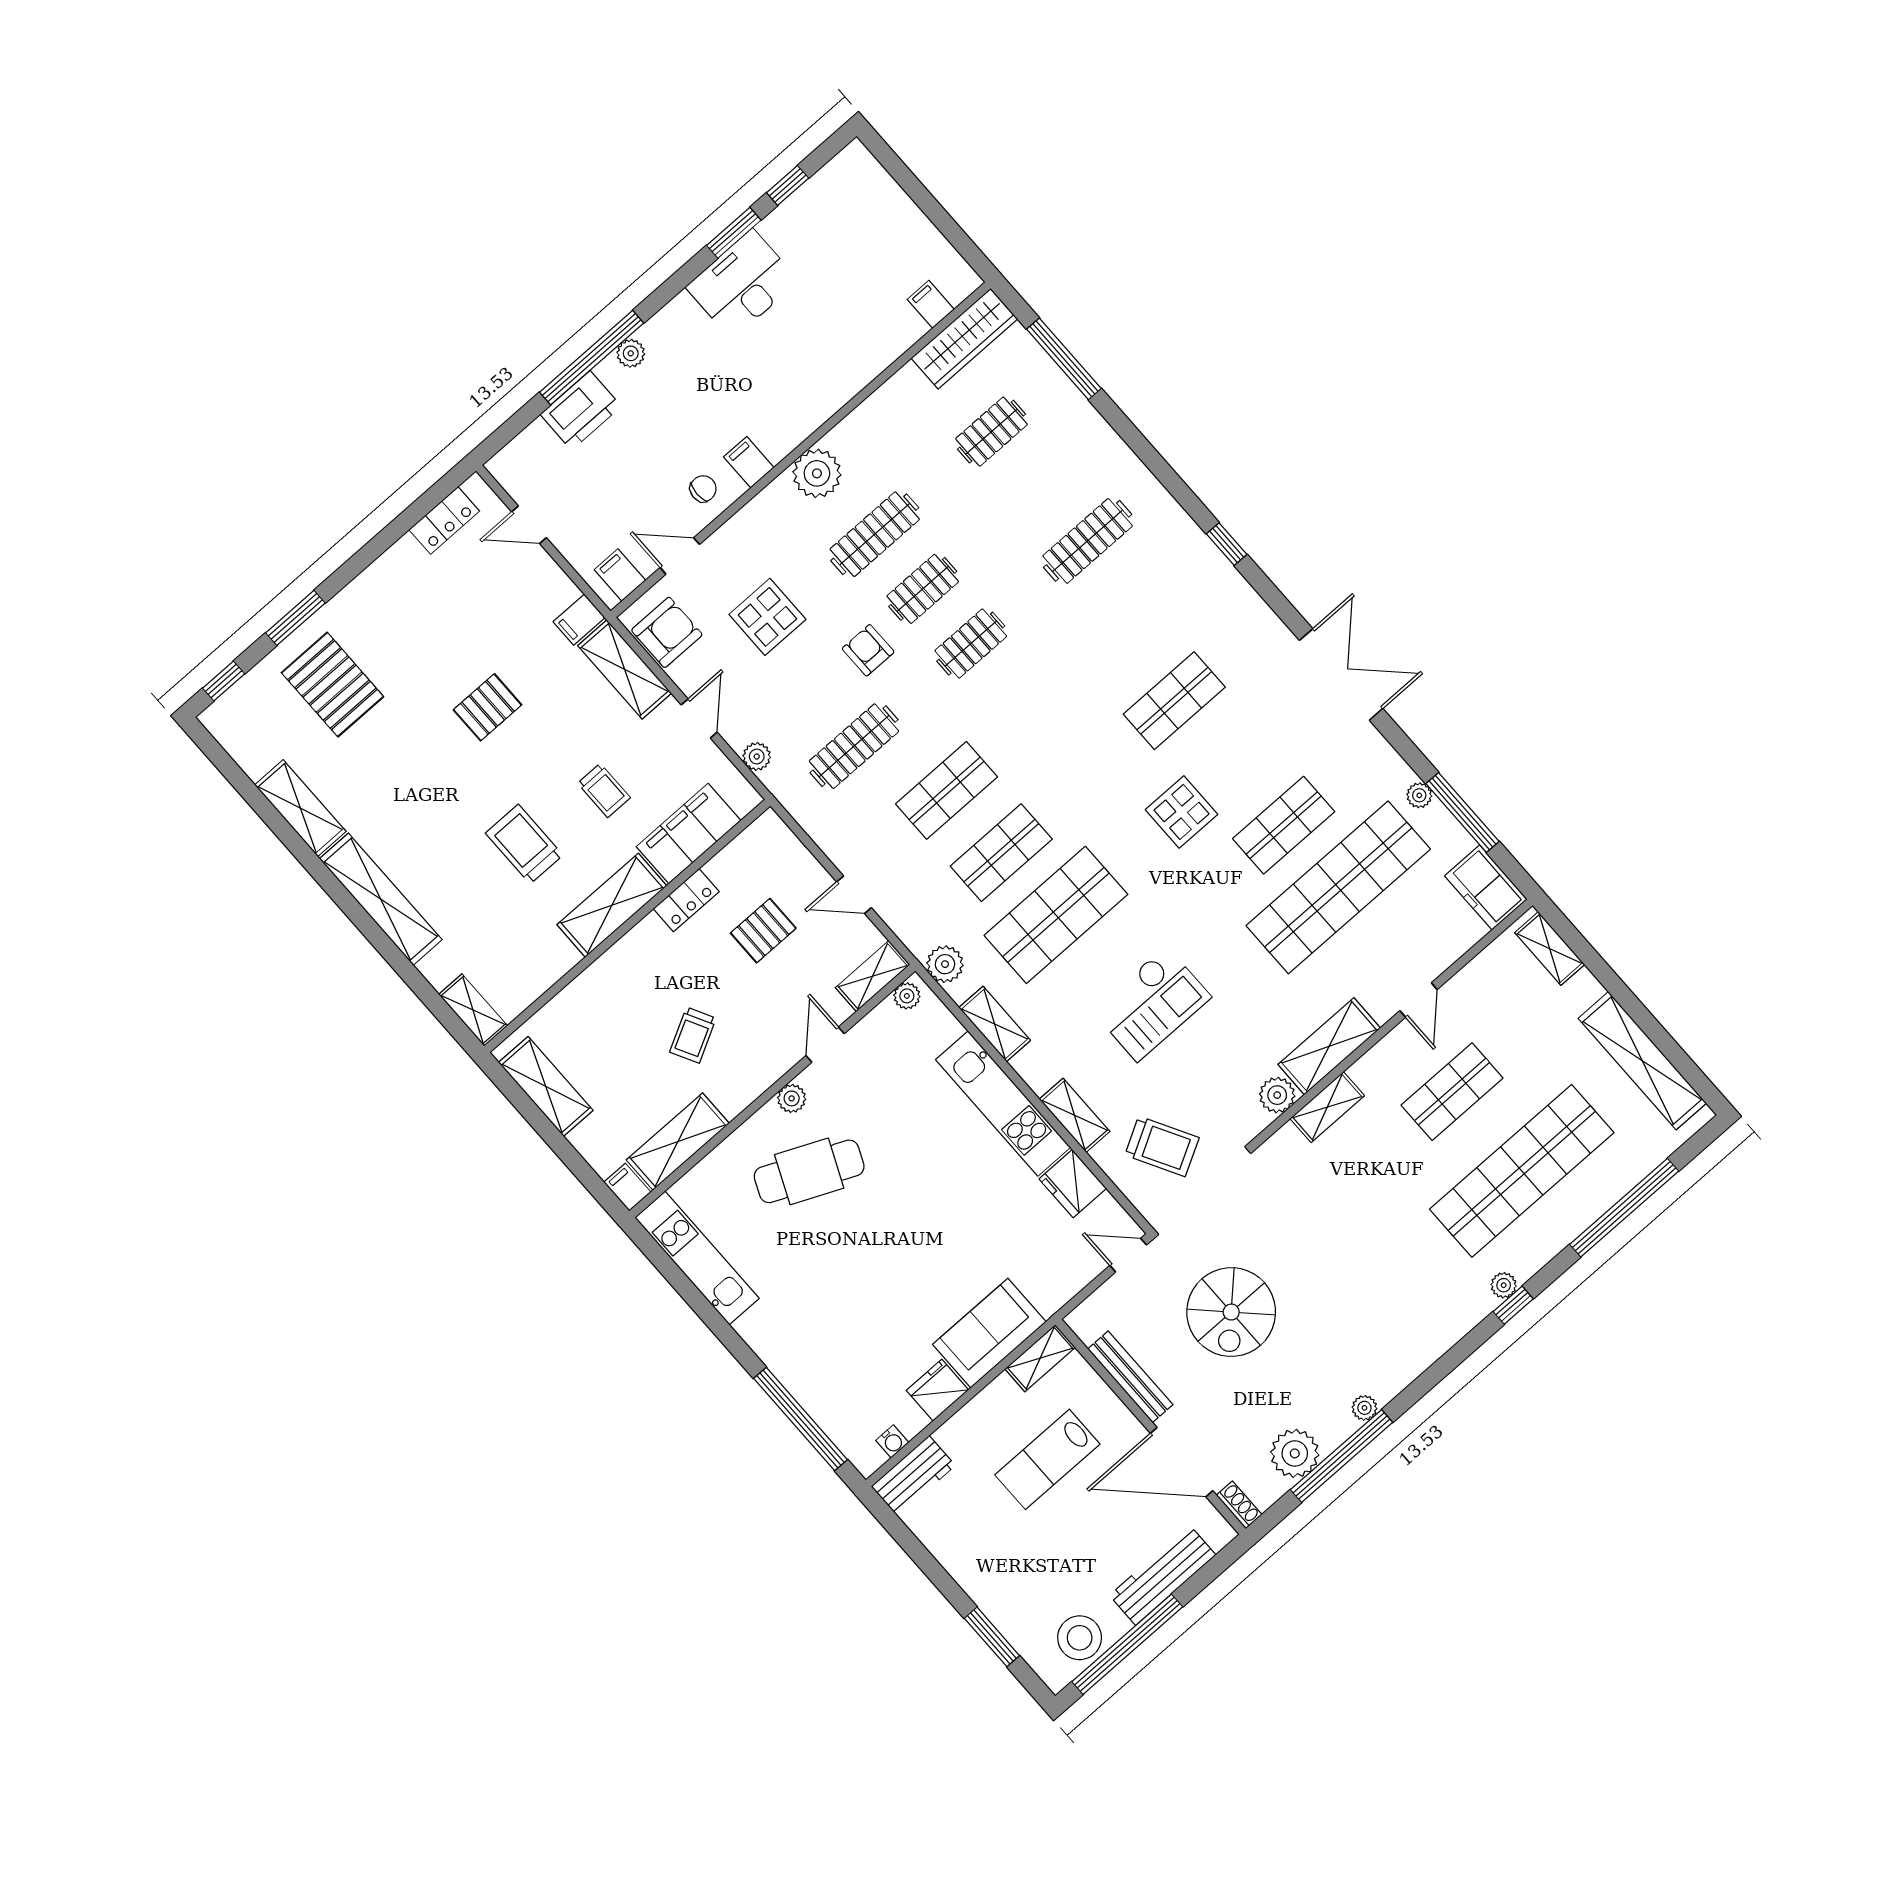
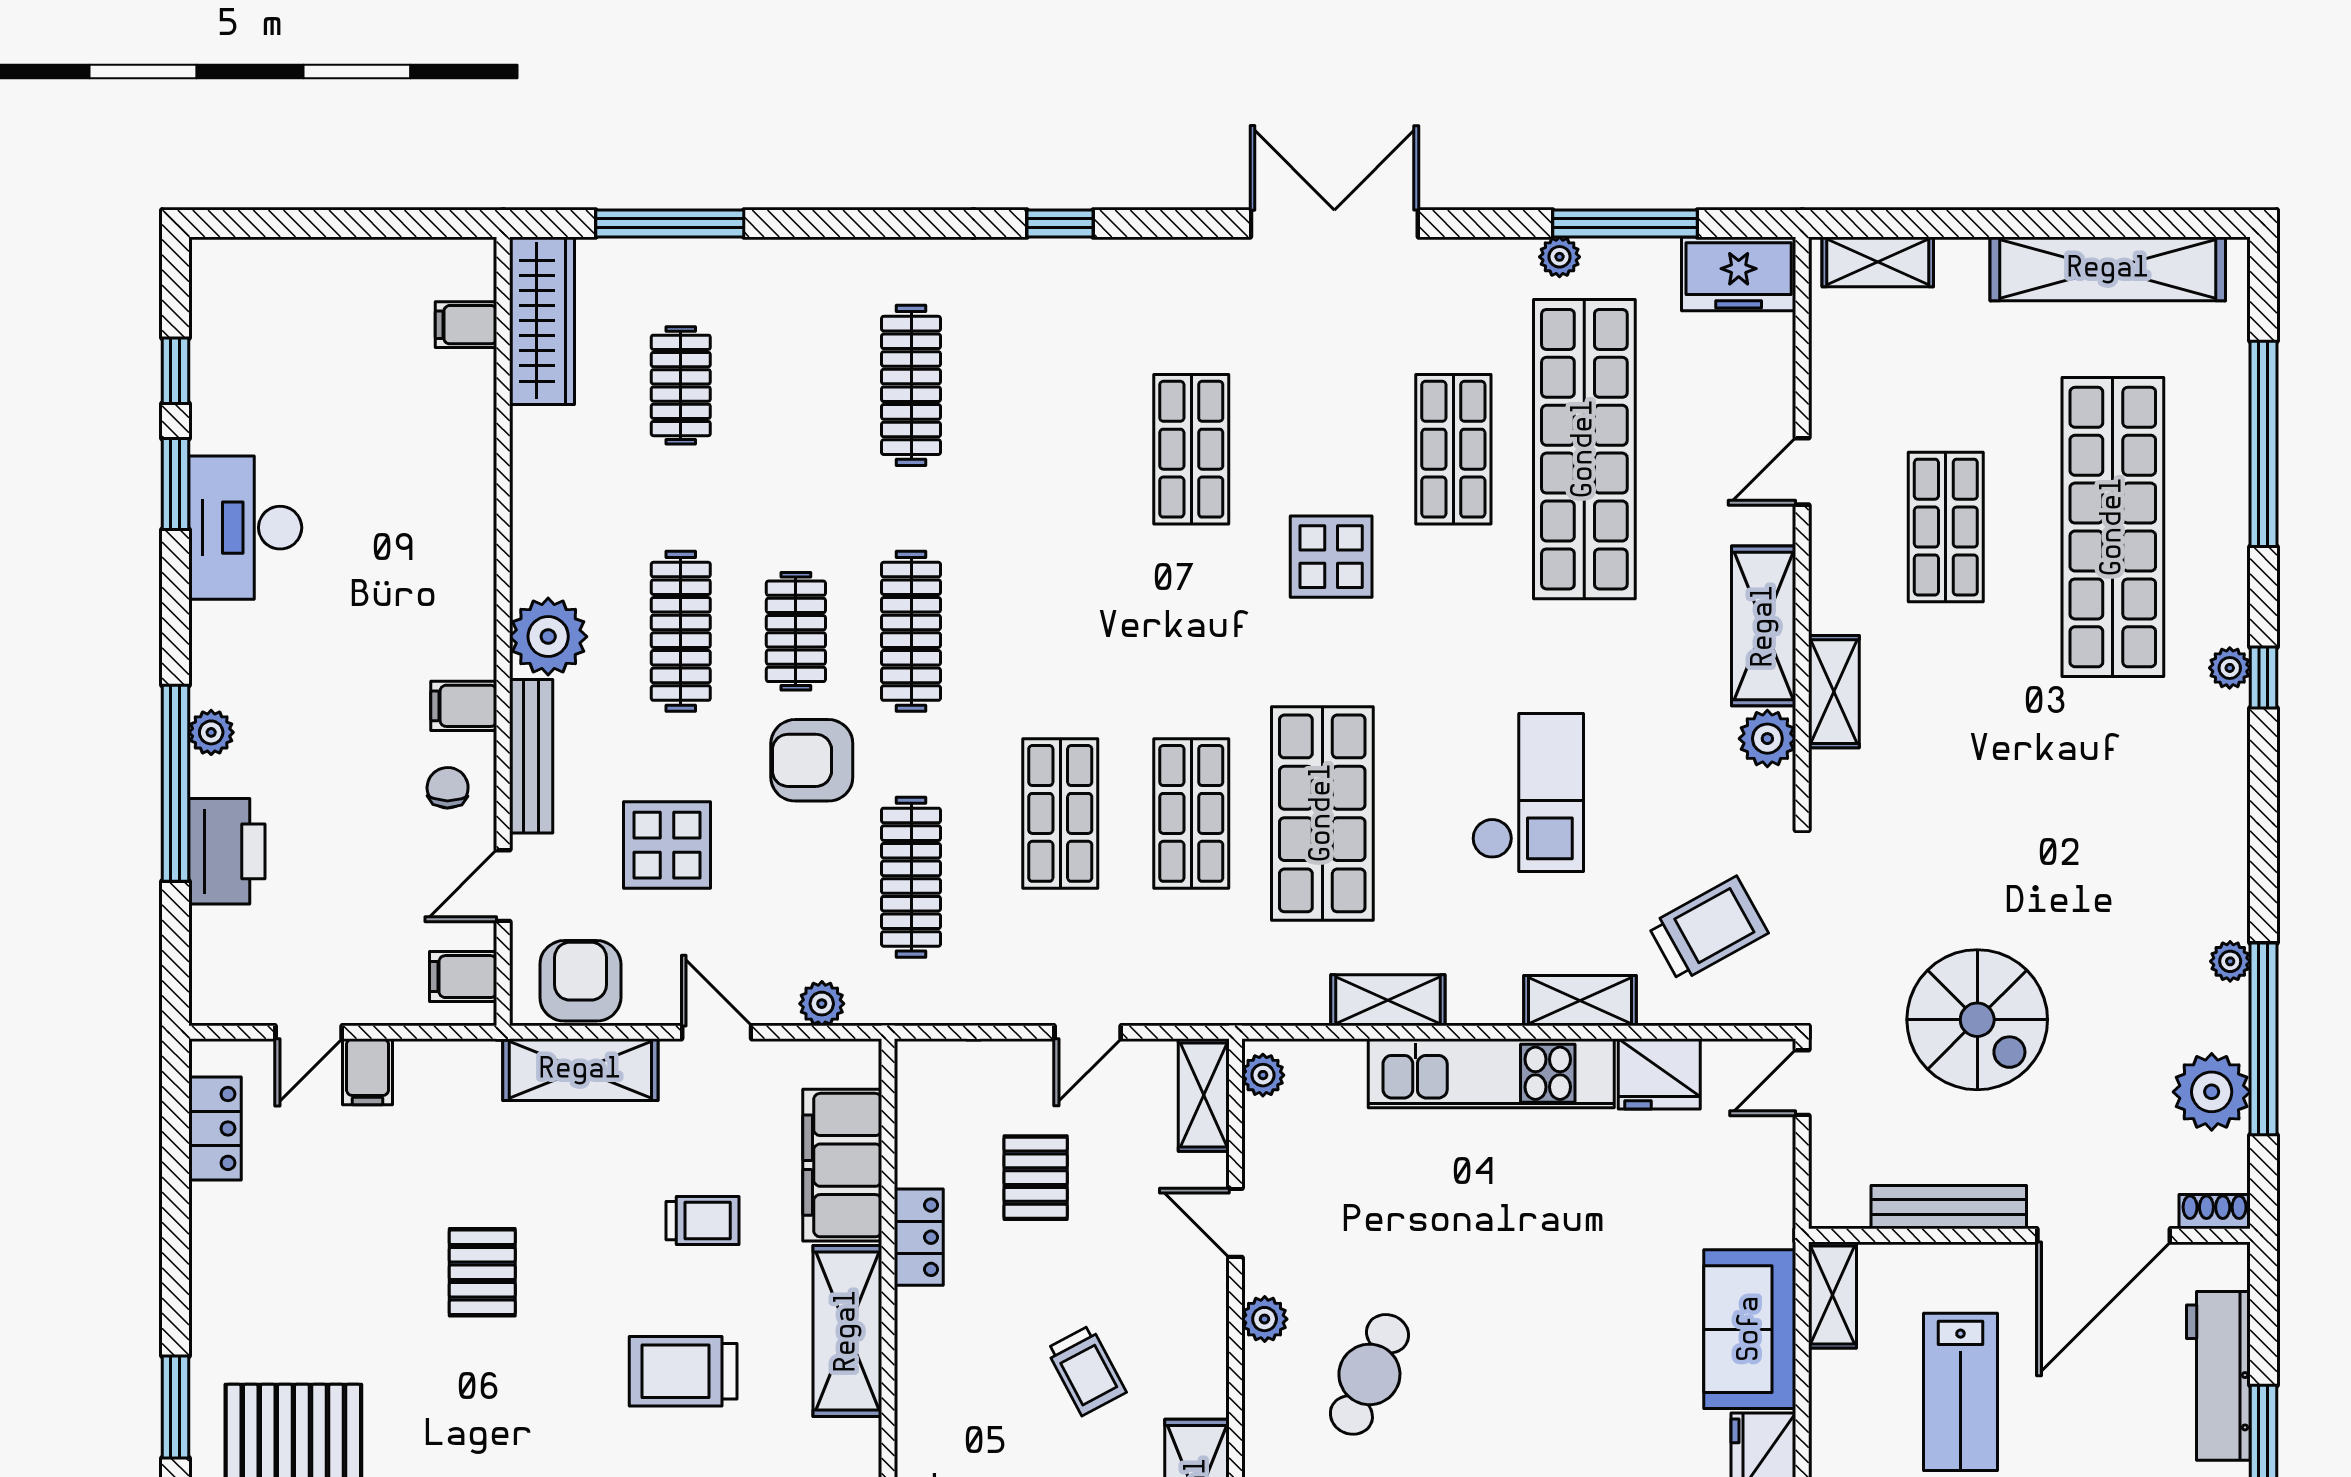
bench: (753, 515) -> (531, 756), added
filing cabinet: (579, 620) -> (368, 1072), moved
clothes rail: (971, 644) -> (911, 631), width x1.36
armchair: (868, 650) -> (812, 760), width x1.38, depth x1.38
plant: (945, 964) -> (1265, 997), removed
door: (1419, 1000) -> (1802, 471), swing flipped
cafe table: (809, 1171) -> (1369, 1374), width x0.73, depth x0.74

